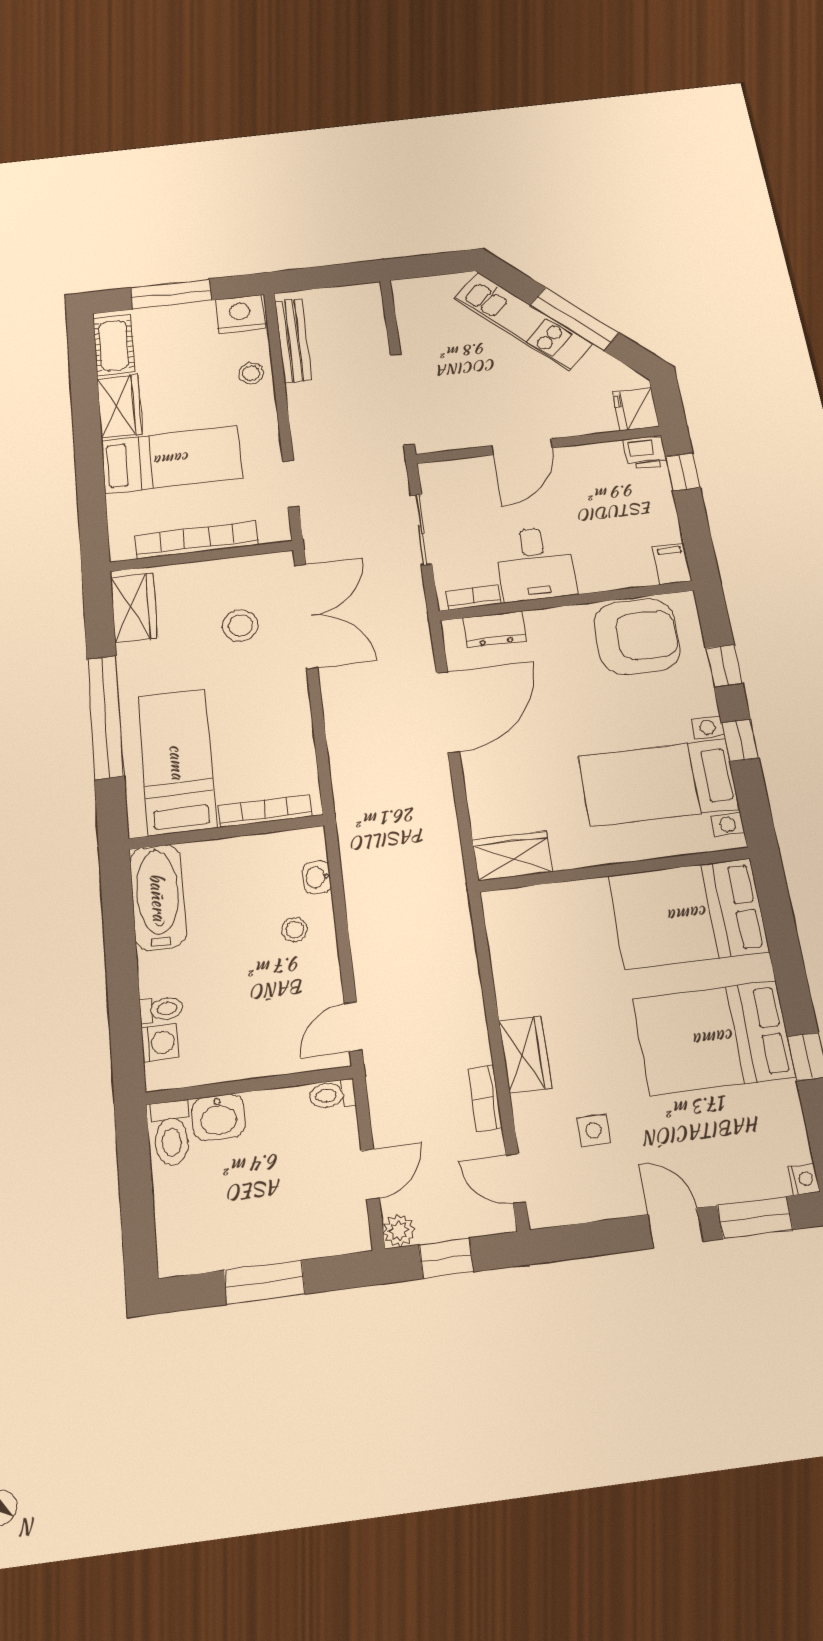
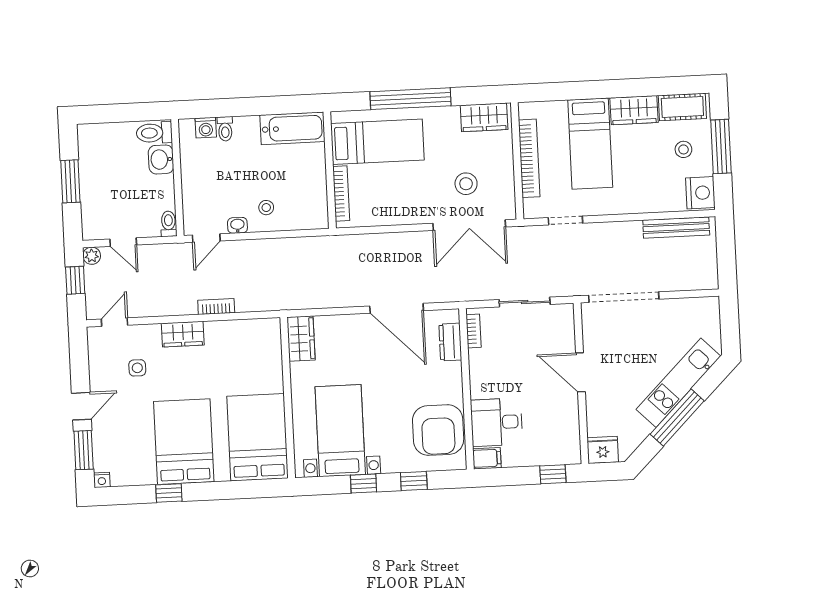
stool: (251, 373) -> (683, 149), moved
printer: (645, 453) -> (569, 452), removed
desk: (535, 564) -> (497, 422), moved
washbasin: (317, 877) -> (237, 225), moved
door: (353, 1027) -> (206, 238), swing flipped
bookcase: (485, 1098) -> (216, 307), moved

